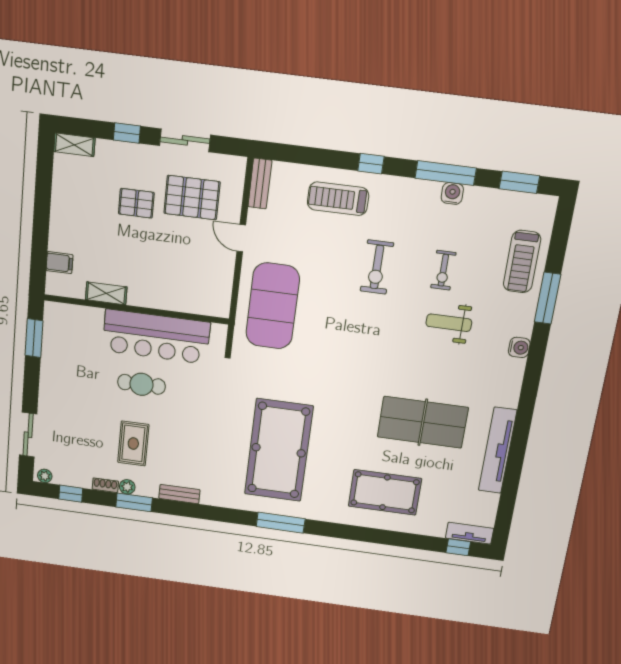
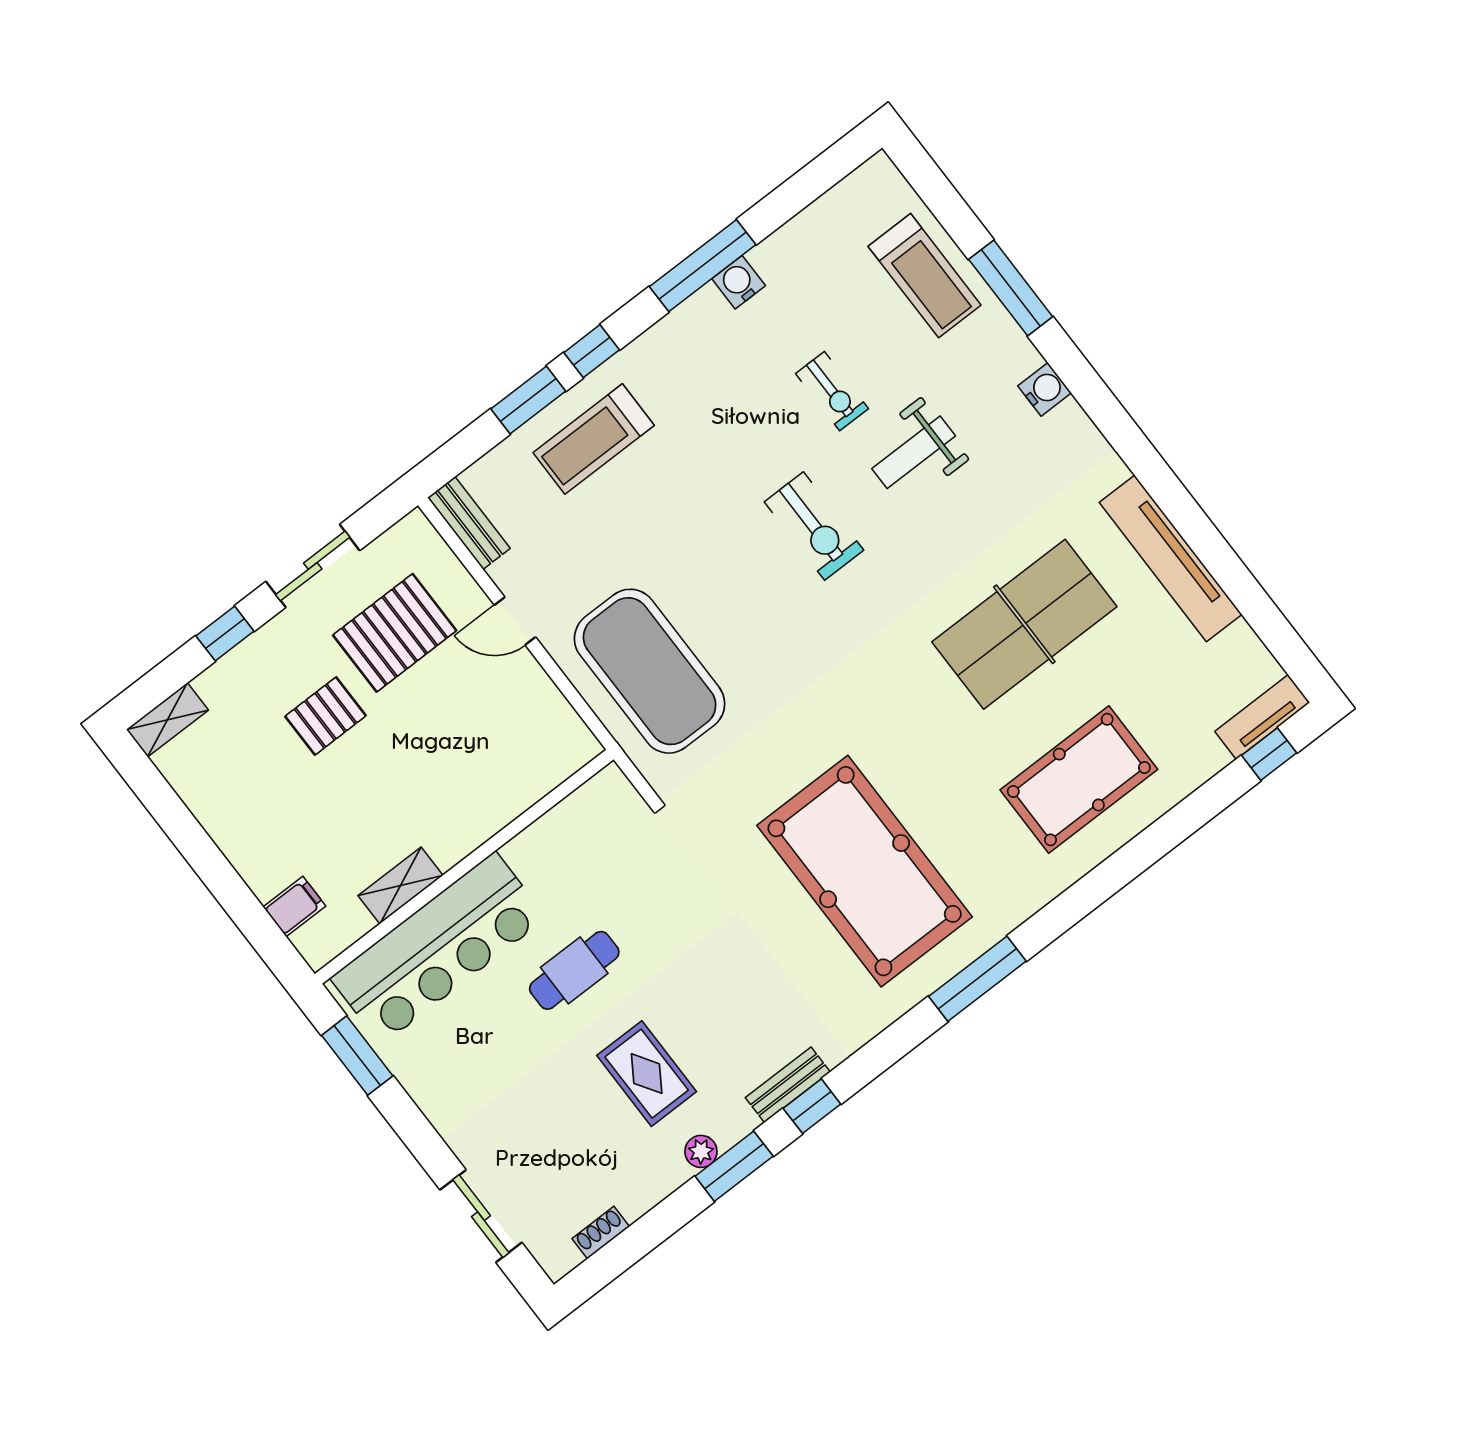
window: (519, 182) -> (528, 400), moved
exercise bike: (377, 267) -> (814, 526), moved
bar counter: (156, 337) -> (438, 948), moved
plant: (45, 476) -> (564, 1258), removed
shoe rack: (105, 485) -> (601, 1233), moved
window: (71, 494) -> (812, 1106), moved

